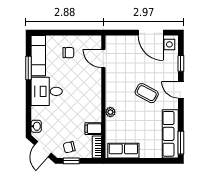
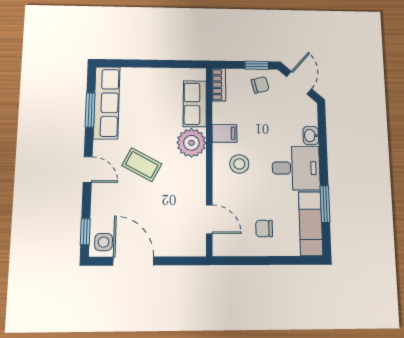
window: (181, 63) -> (85, 232), moved
stool: (84, 94) -> (239, 164), added
plant: (110, 112) -> (191, 143), width x1.88, depth x1.88
washbasin: (36, 126) -> (311, 136), moved
filing cabinet: (93, 129) -> (225, 133), moved
window: (181, 143) -> (90, 110), moved
row of seats: (123, 151) -> (195, 104), moved, turned 90

